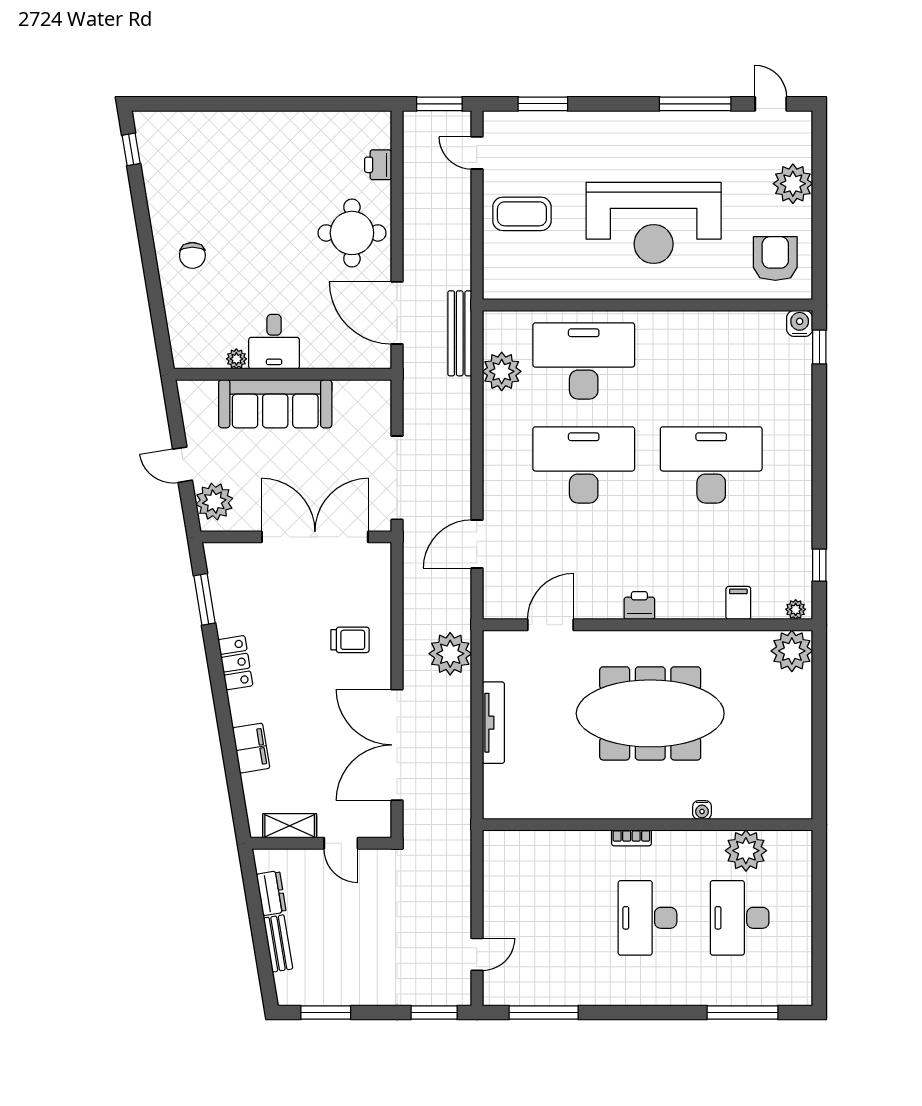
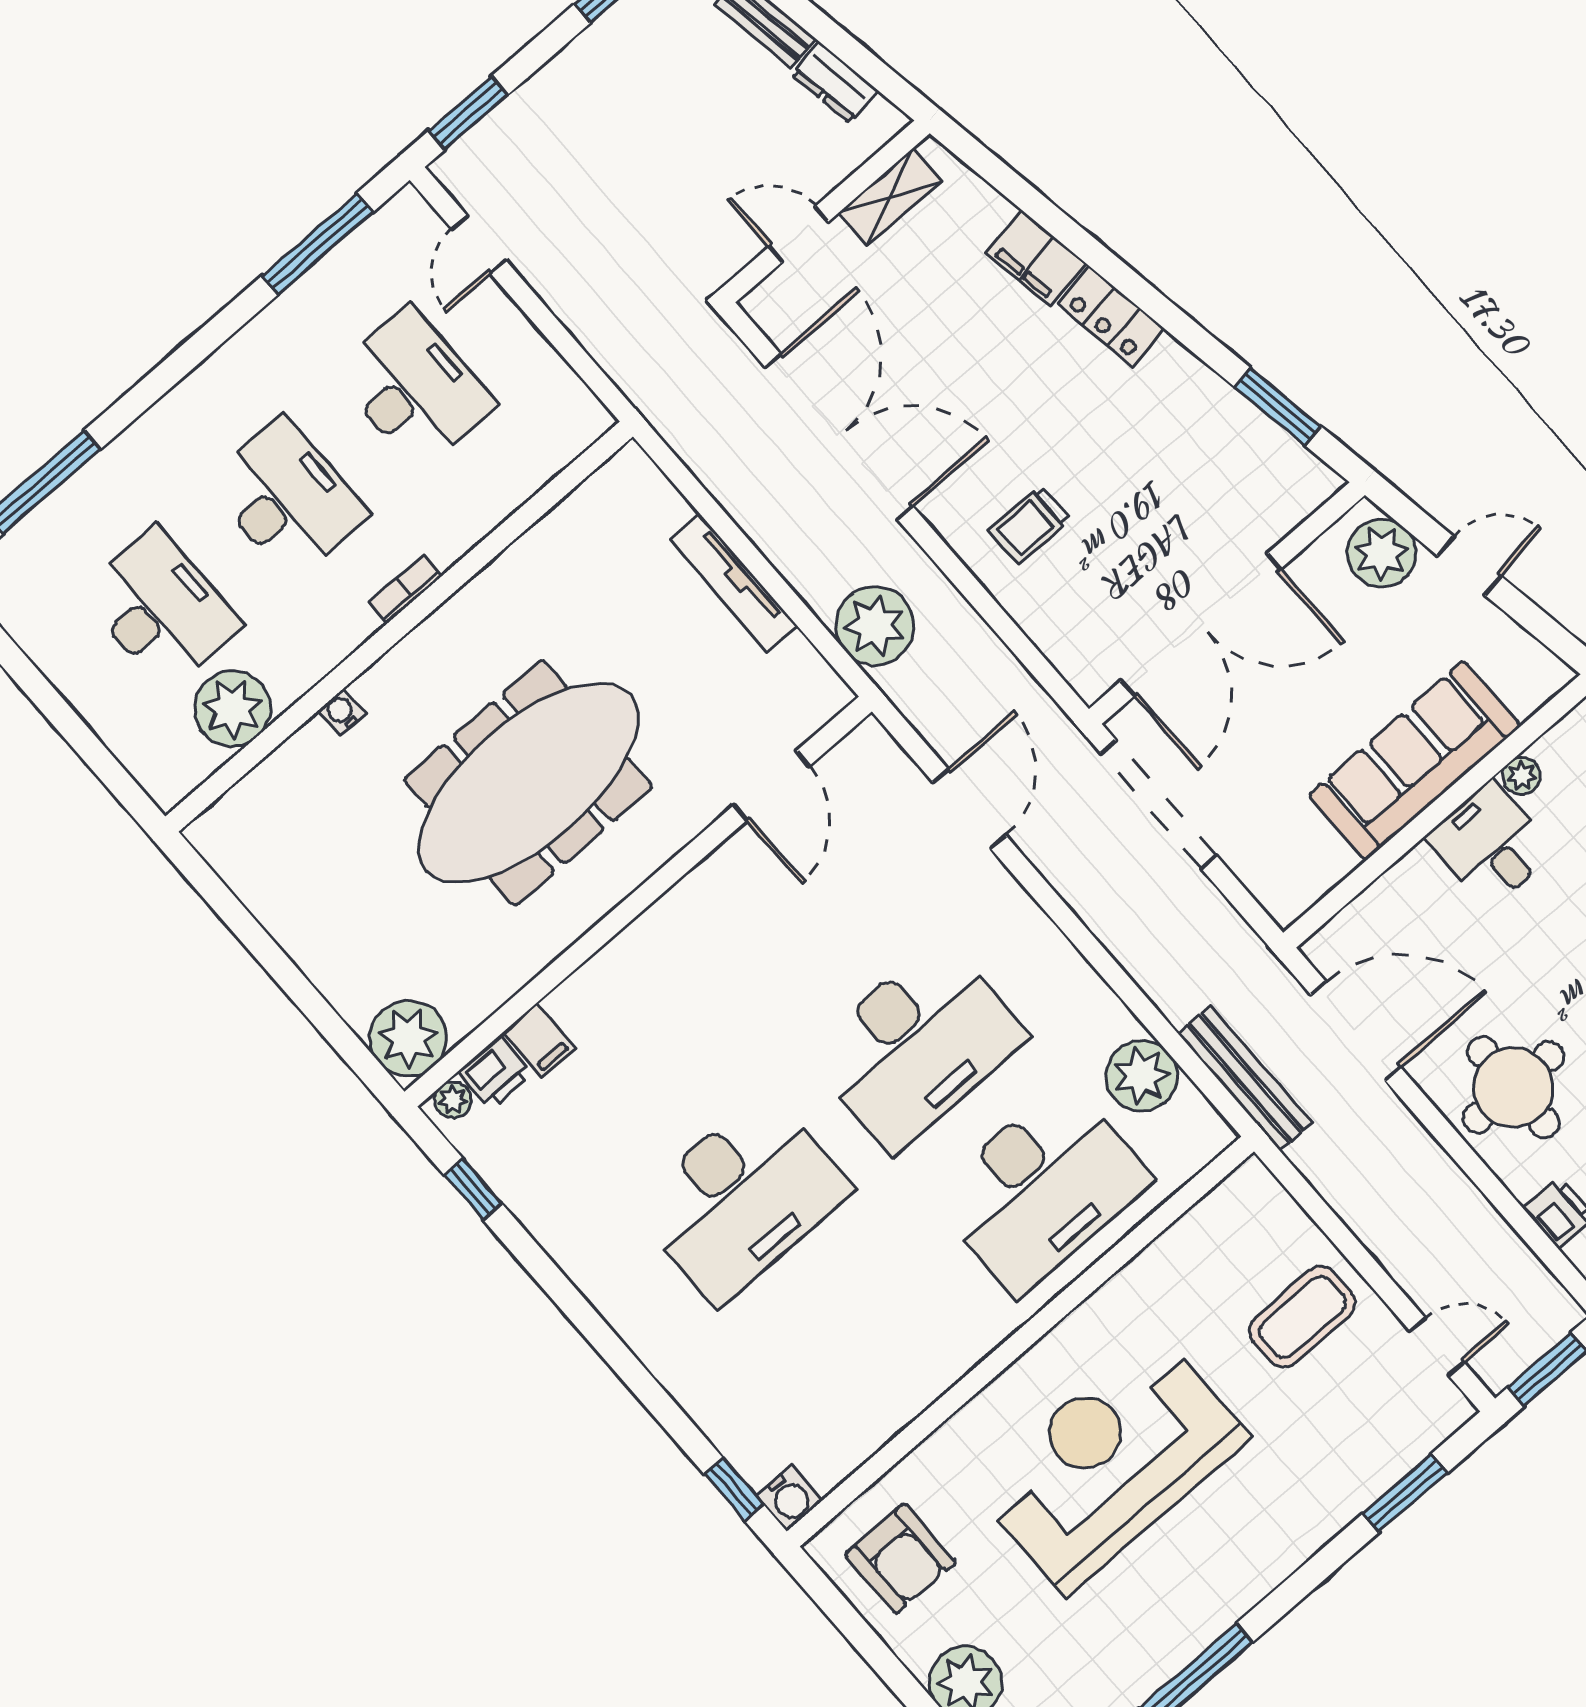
printer: (639, 606) -> (495, 1072), moved
locker: (235, 663) -> (1111, 316), moved
desk: (555, 918) -> (414, 388), added

